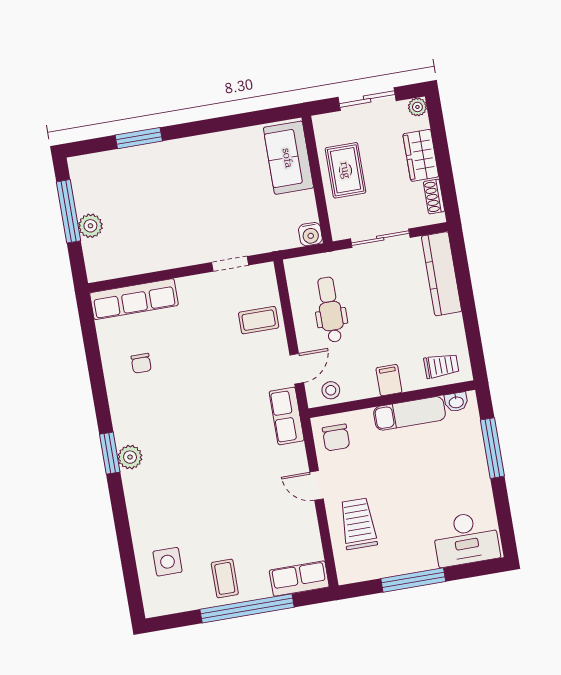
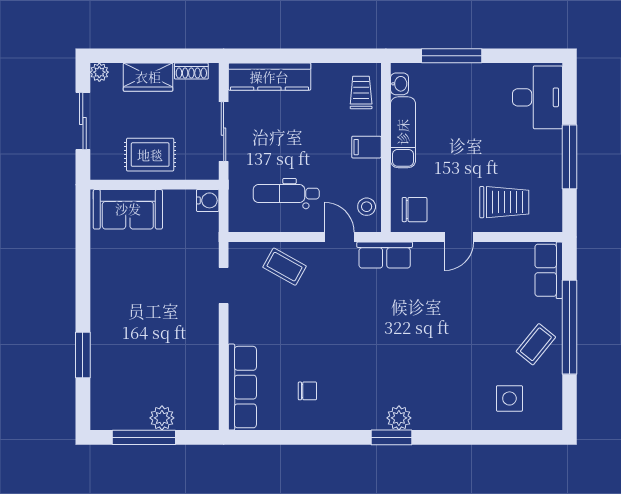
coffee table: (259, 320) -> (284, 267), turned -61
trolley: (358, 524) -> (504, 202), turned 180
coffee table: (225, 578) -> (536, 344), turned -51

